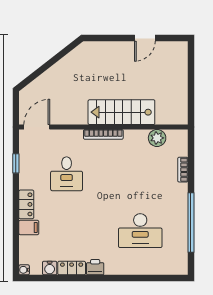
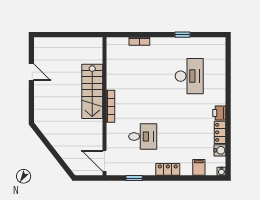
plant: (157, 138) -> (113, 62), removed
window: (191, 222) -> (183, 35), width x0.32
filing cabinet: (29, 227) -> (199, 167), moved

